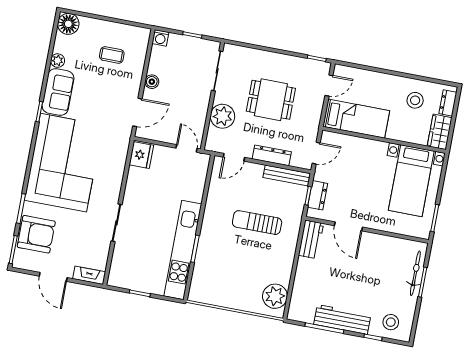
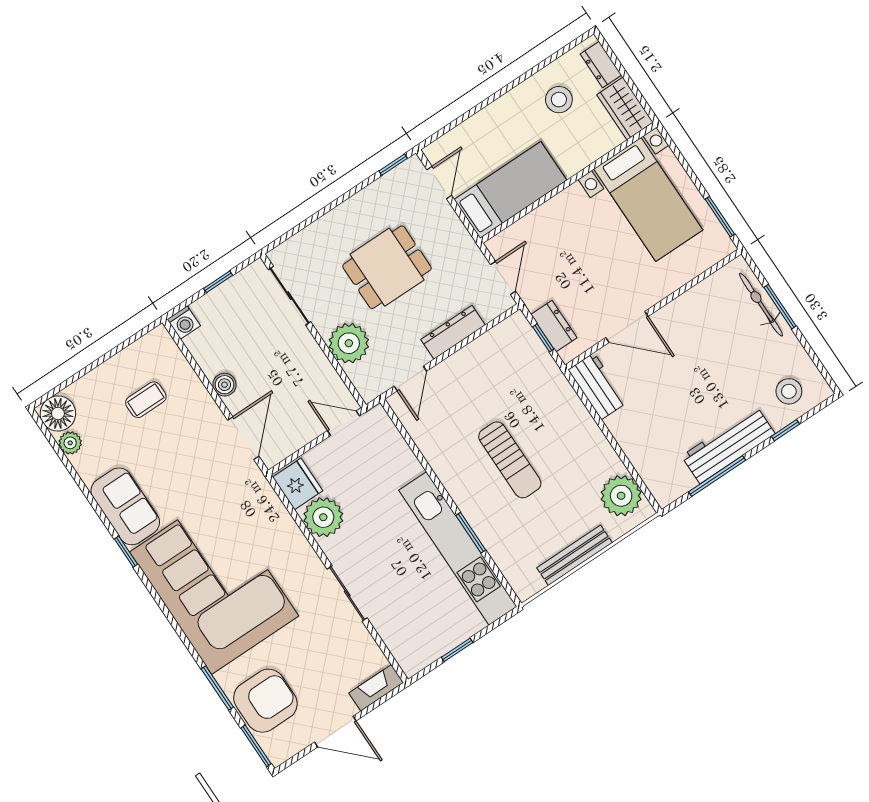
plant: (58, 61) -> (70, 443), moved
bench: (287, 175) -> (574, 555), moved
plant: (138, 180) -> (323, 517), added
sun lounger: (257, 223) -> (510, 460), moved, turned -90

